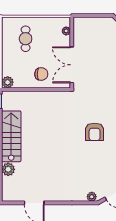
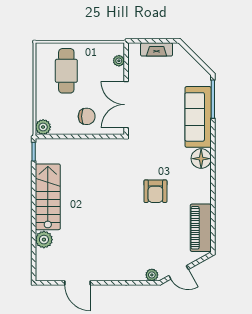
fireplace: (95, 22) -> (157, 49), added
cafe table: (26, 39) -> (66, 71), width x1.37, depth x1.35

